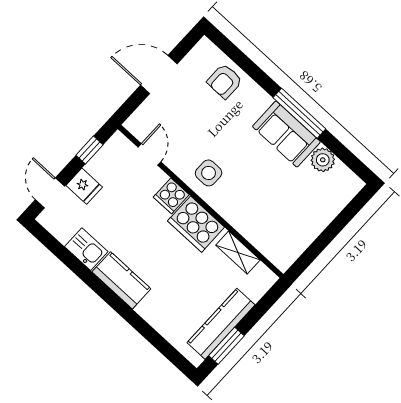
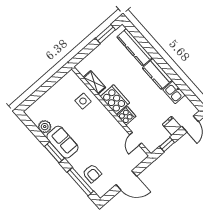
window: (245, 63) -> (80, 182), added
armchair: (225, 81) -> (92, 173), turned 90
window: (299, 113) -> (54, 152), width x0.69
side table: (209, 173) -> (83, 101), moved
kitchen counter: (221, 324) -> (135, 47), moved, turned 90

